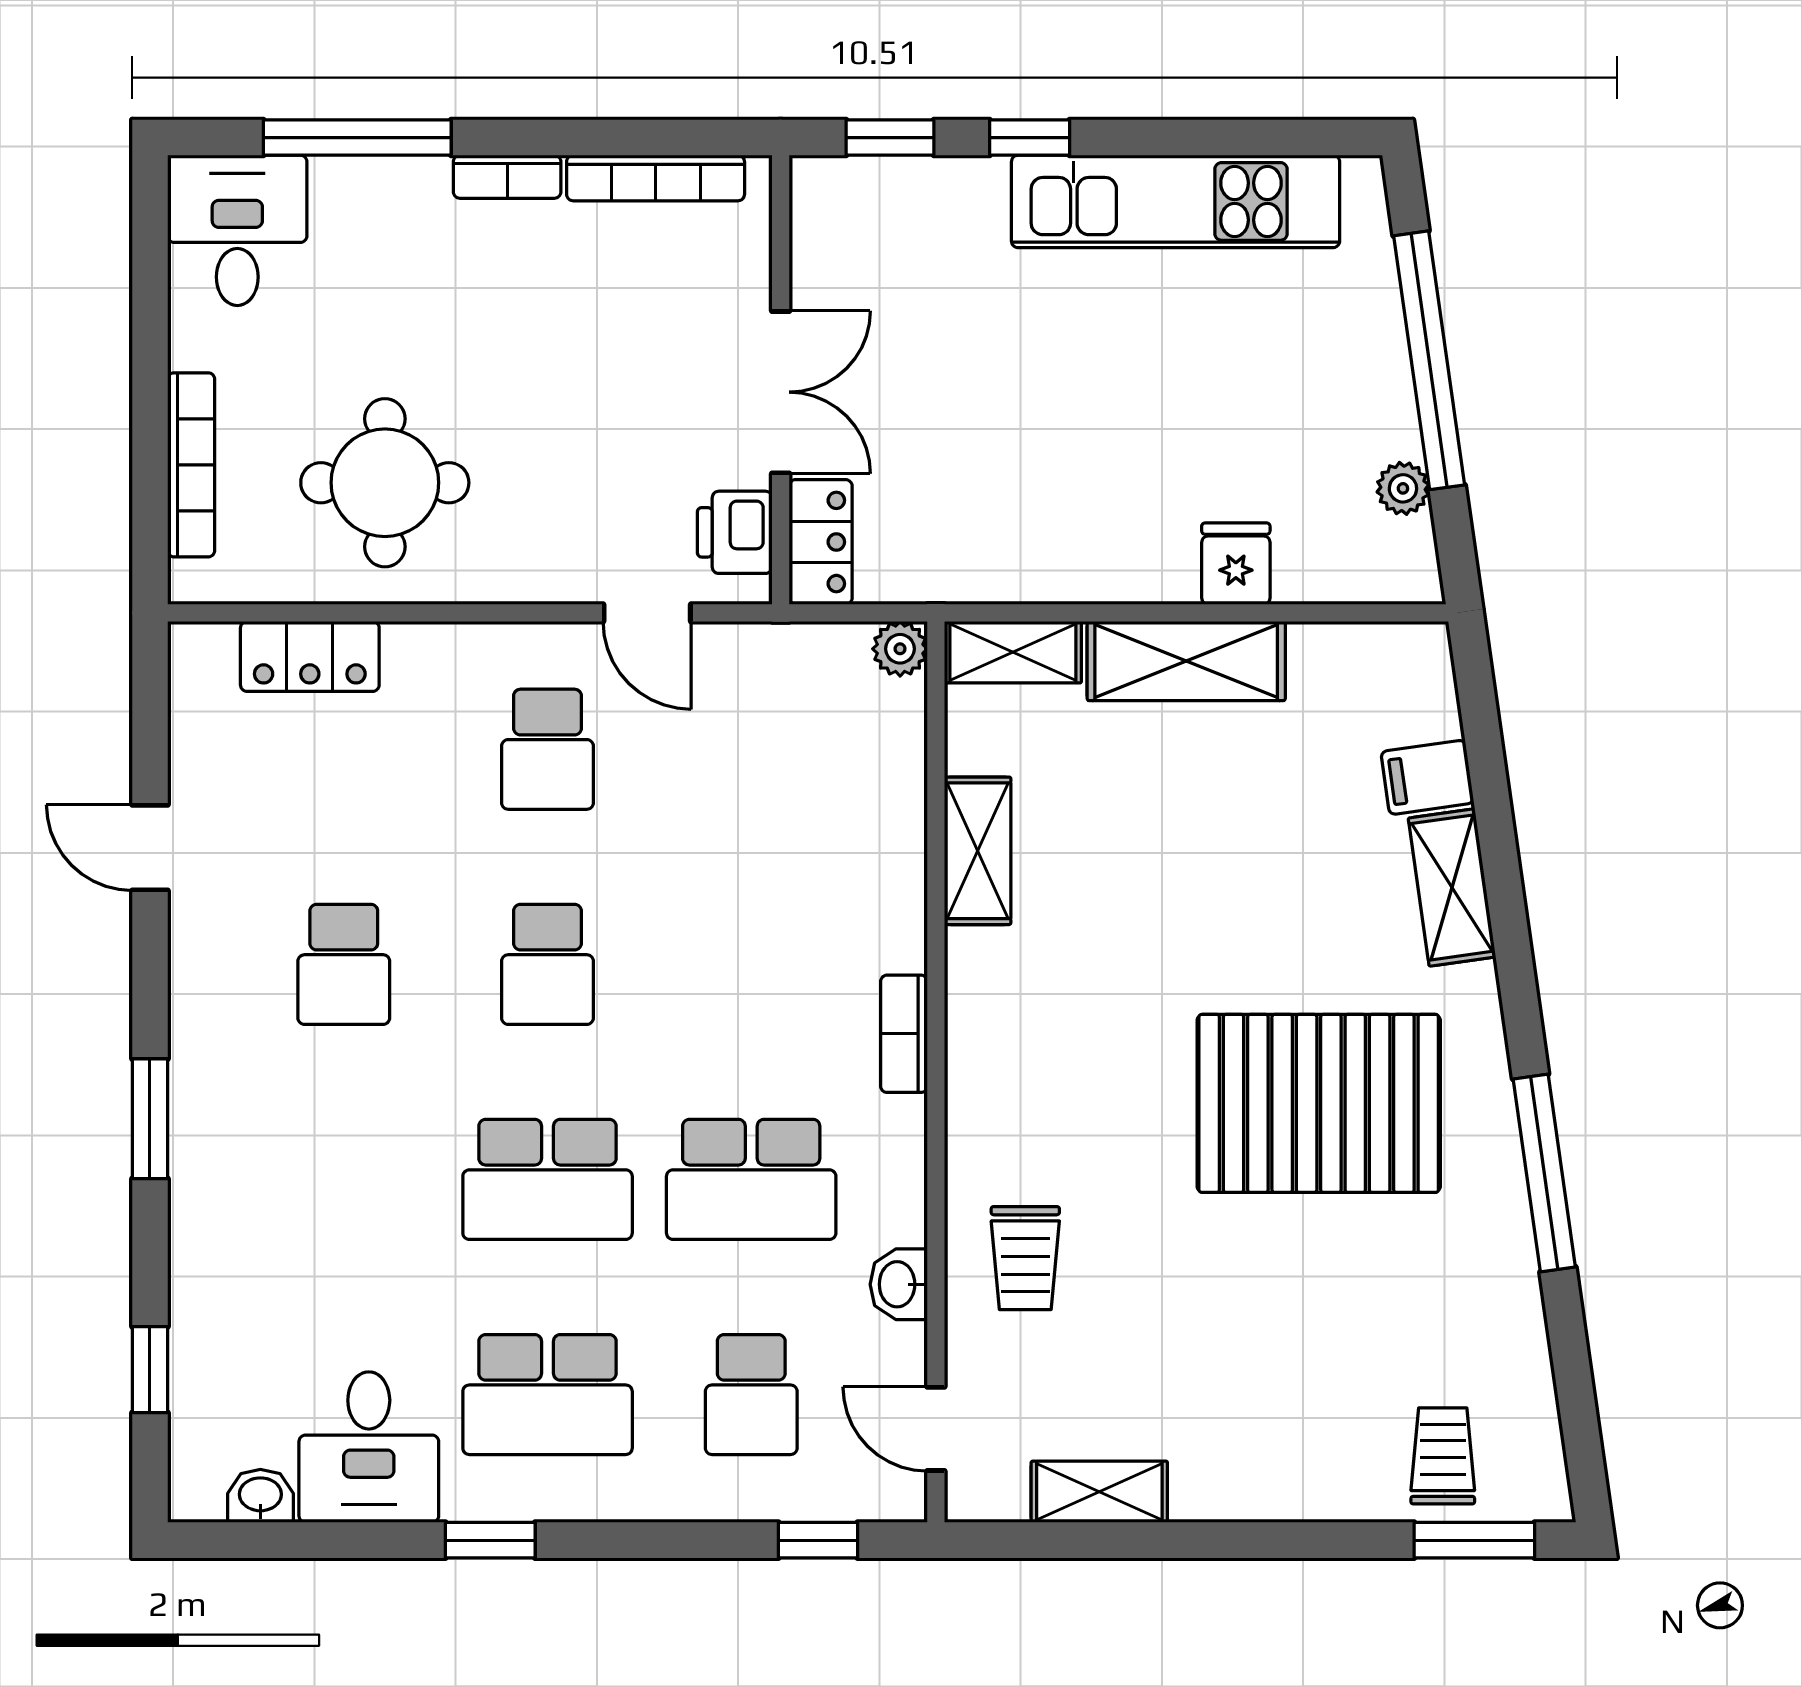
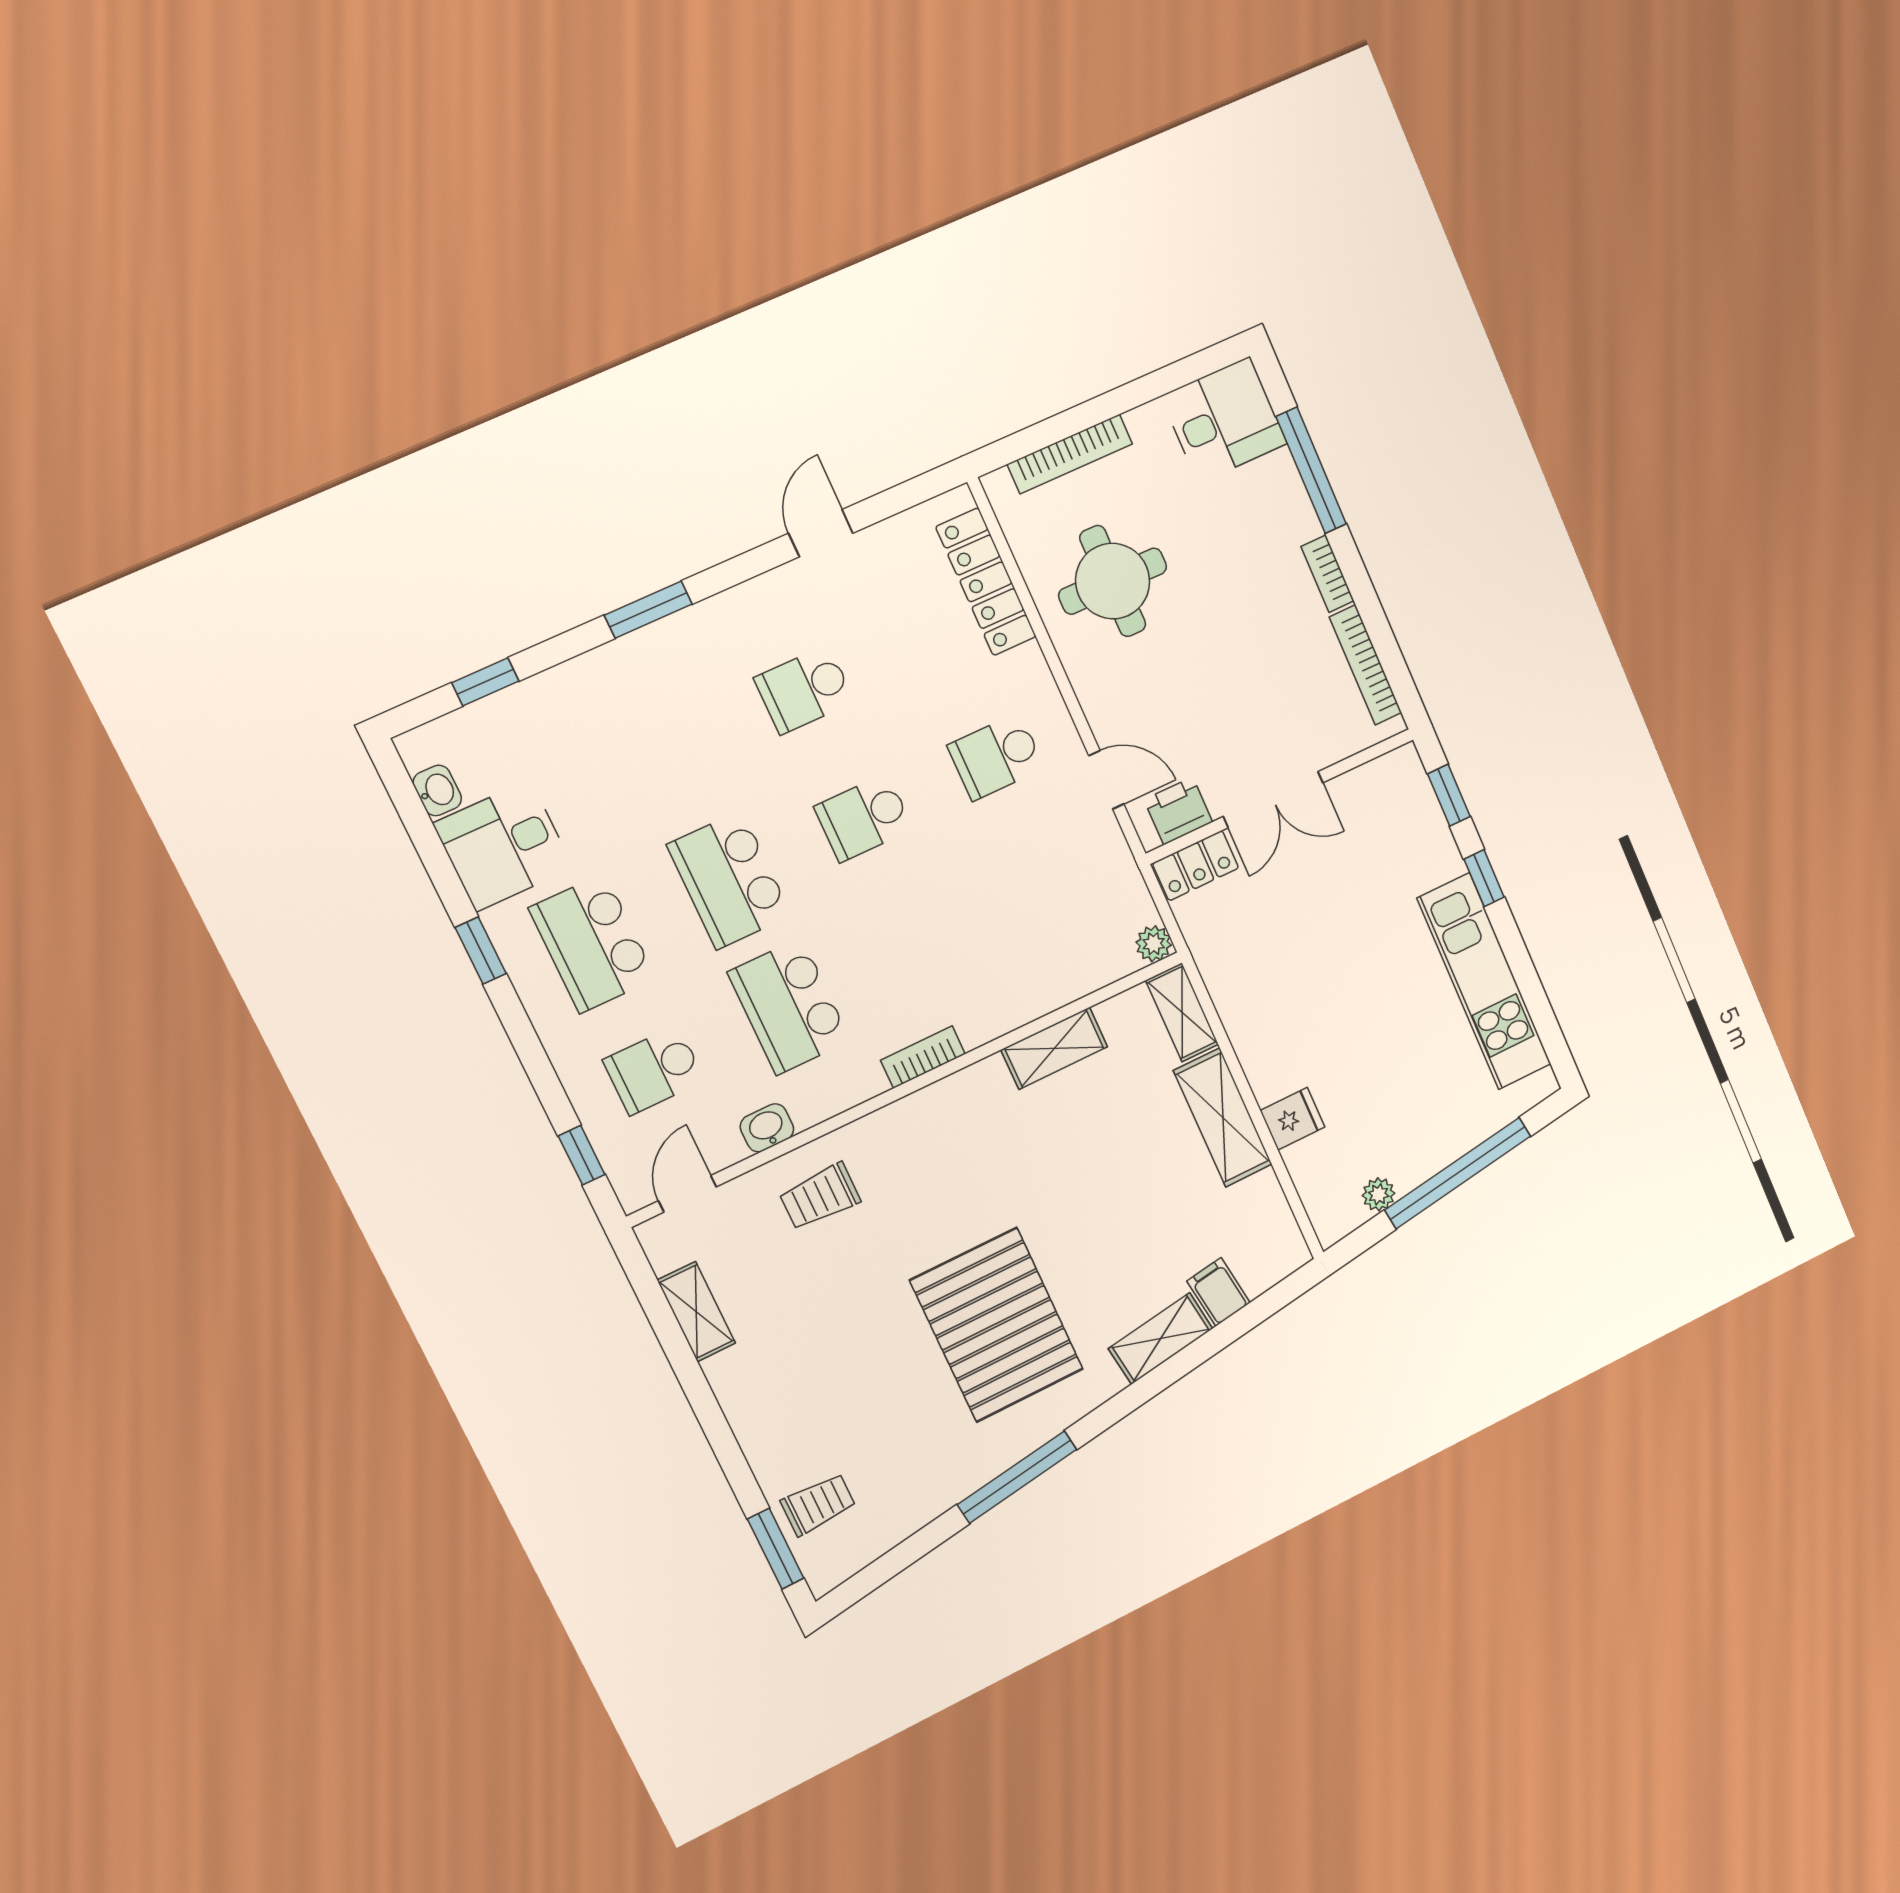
door: (647, 613) -> (1106, 780), swing flipped
locker: (310, 656) -> (986, 582), width x1.53

